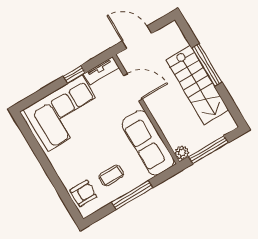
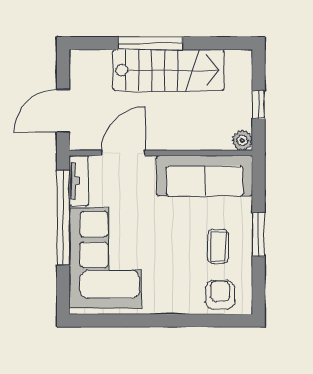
window: (74, 74) -> (63, 217), width x3.17
window: (208, 150) -> (259, 105), width x0.46
window: (132, 195) -> (259, 234), width x0.69

